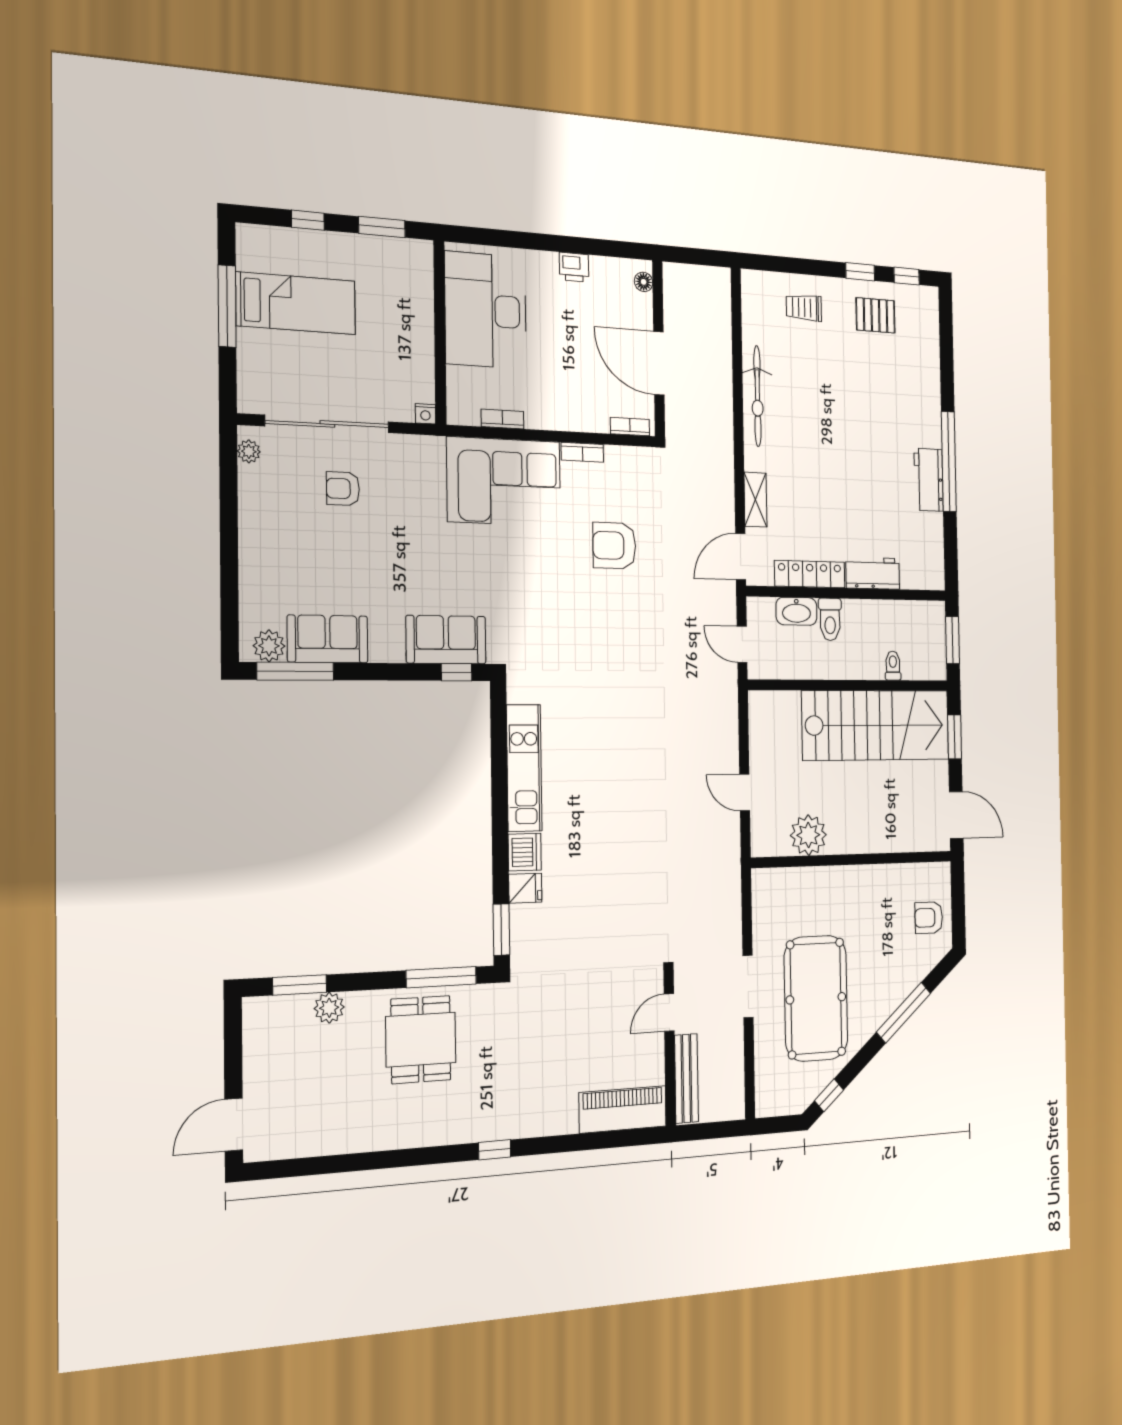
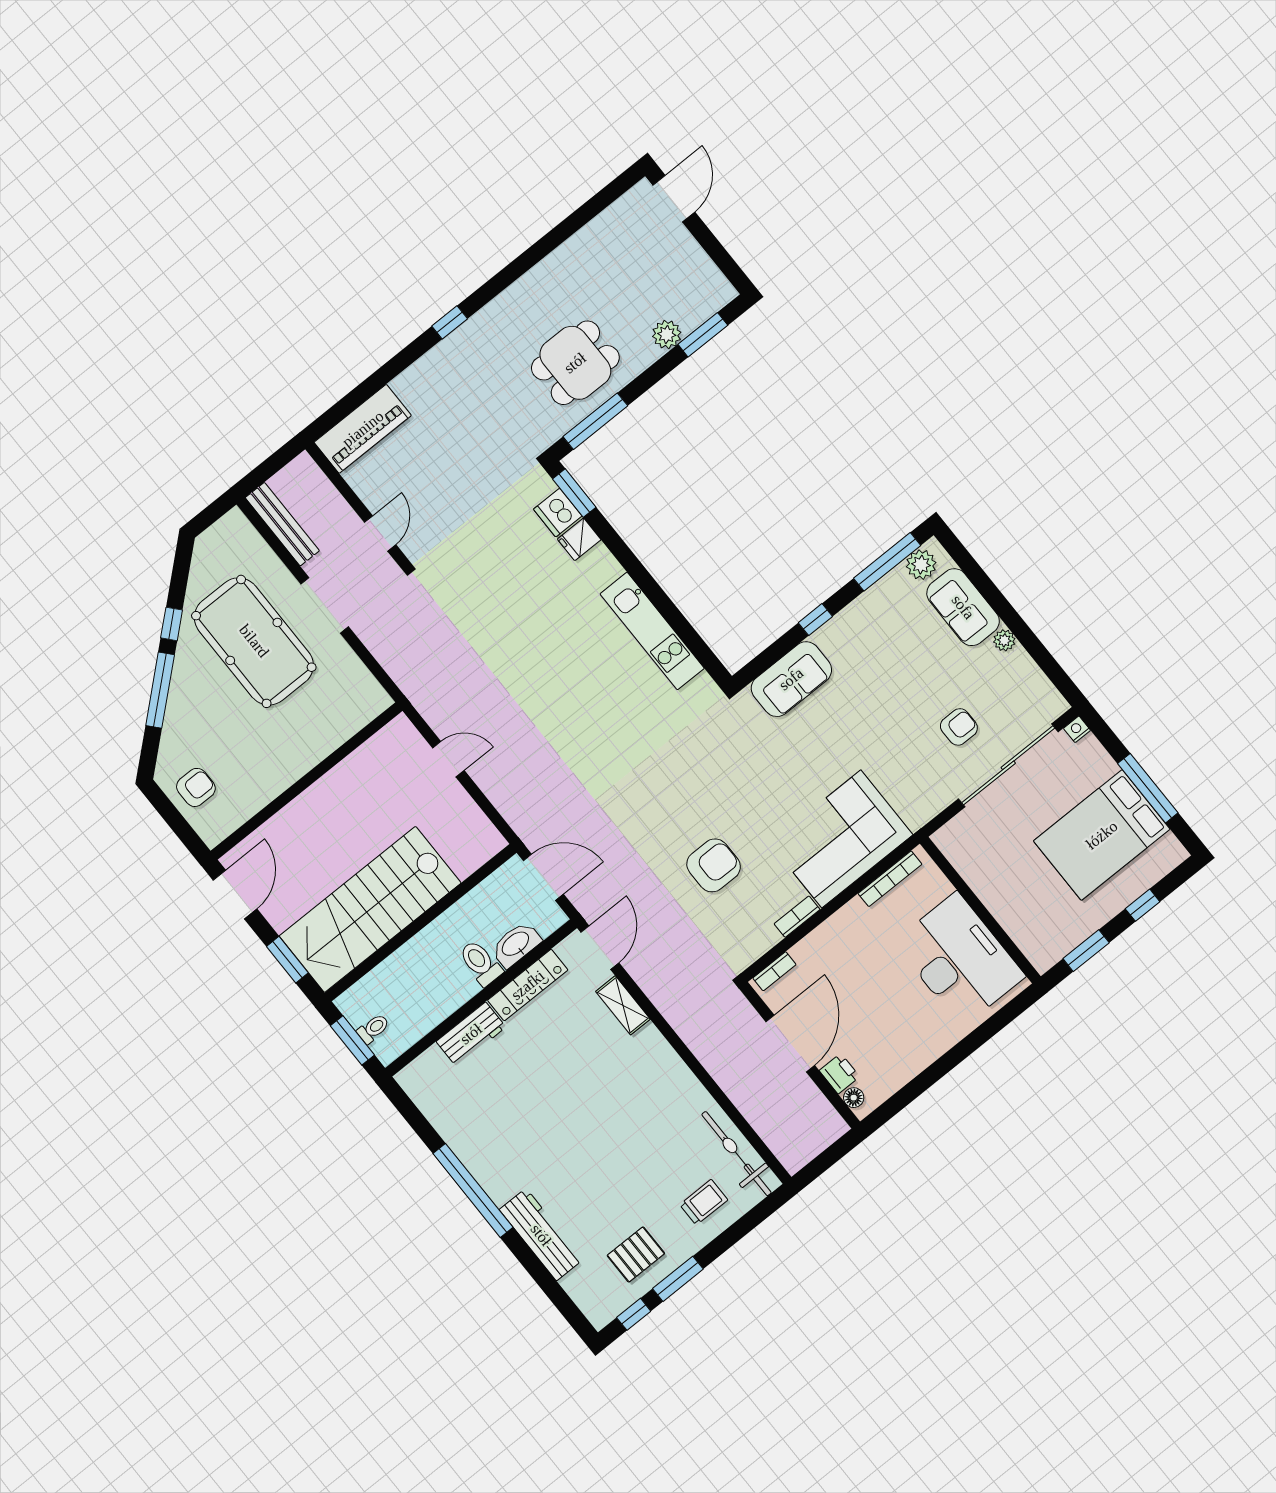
printer: (574, 267) -> (839, 1074), moved, turned 90
window: (860, 272) -> (678, 1279), width x1.50
bed: (296, 303) -> (1102, 835), width x1.50
door: (659, 363) -> (790, 1044), hinge flipped
bicycle: (757, 396) -> (737, 1154), moved
nightstand: (425, 414) -> (1077, 729), moved
bookcase: (502, 419) -> (890, 879), width x1.56
plant: (249, 451) -> (1004, 640), moved
workbench: (929, 480) -> (541, 1235), moved, width x1.38
sofa: (328, 639) -> (963, 607), moved, turned 90
door: (742, 644) -> (543, 877), width x1.38
toilet: (893, 666) -> (373, 1029), moved, turned -90
window: (457, 672) -> (815, 620), moved
door: (956, 815) -> (235, 894), swing flipped
plant: (808, 835) -> (363, 769), removed
dishwasher: (525, 852) -> (558, 513), moved
dining table: (421, 1040) -> (575, 363), turned 90
bench: (686, 1078) -> (282, 524), moved
window: (829, 1095) -> (172, 624), moved

